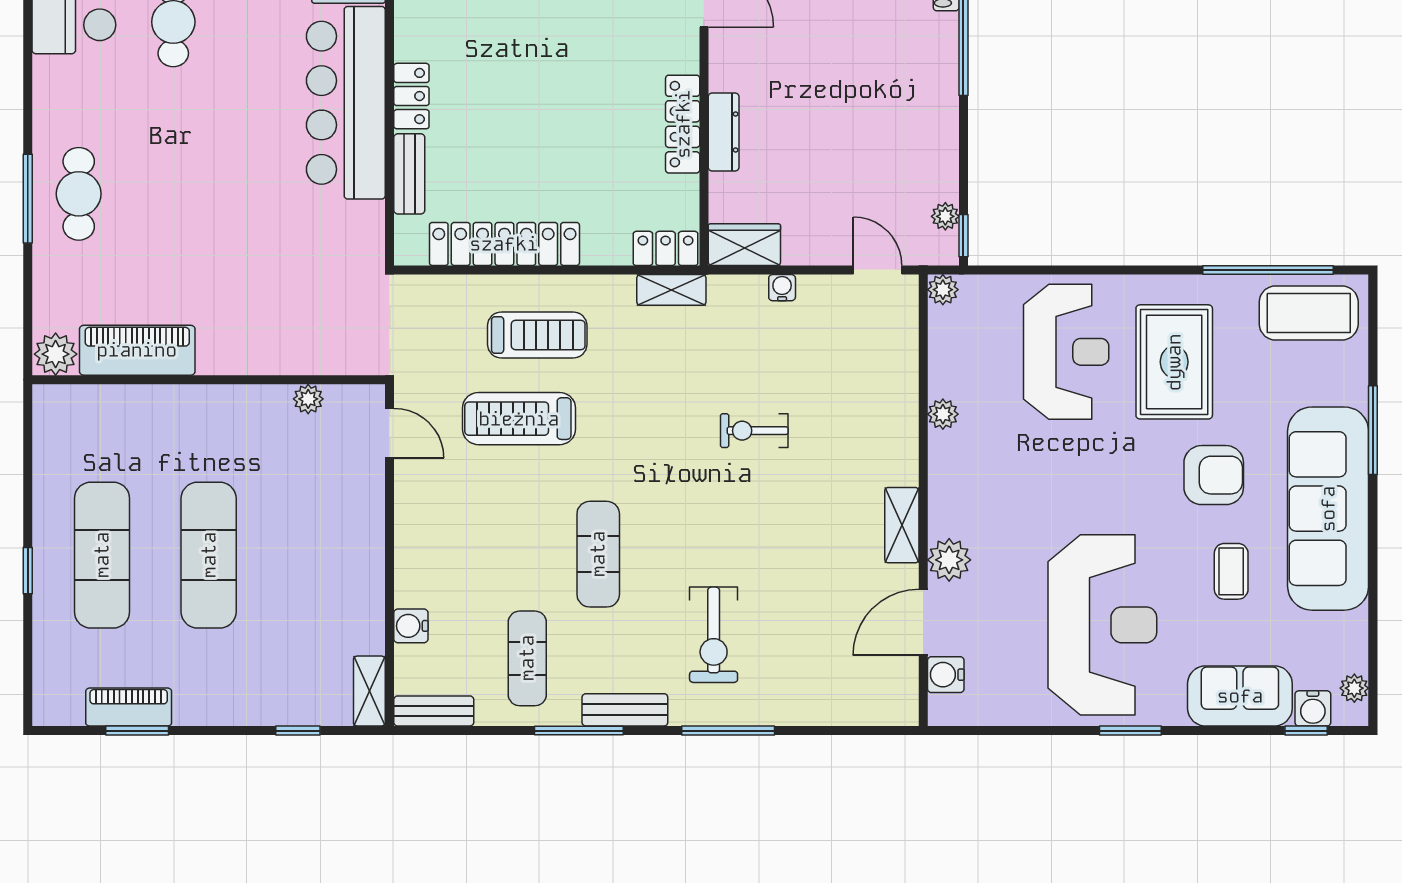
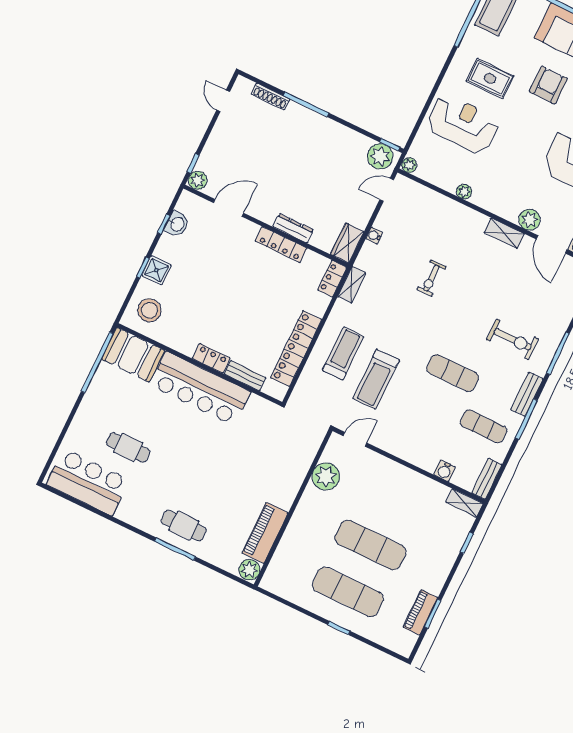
plant: (945, 216) -> (380, 156), width x1.87, depth x1.87
rug: (1174, 362) -> (490, 79), width x0.73, depth x0.70
plant: (308, 399) -> (326, 476), width x1.88, depth x1.88

